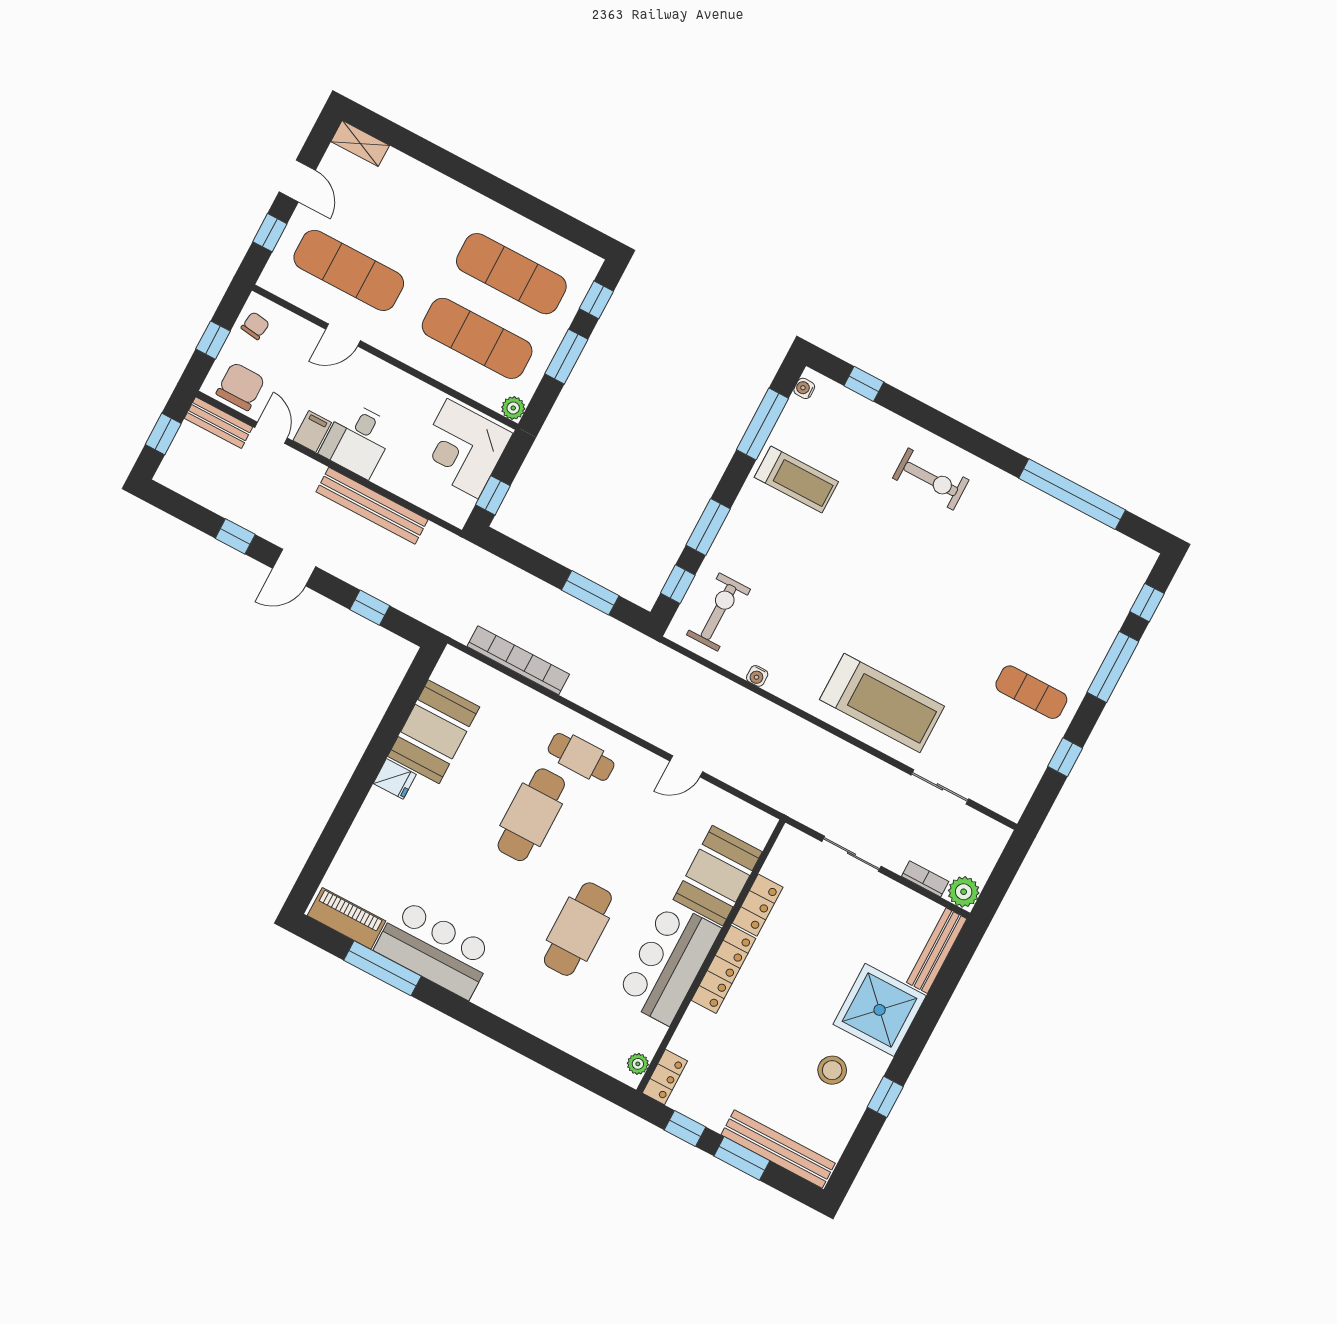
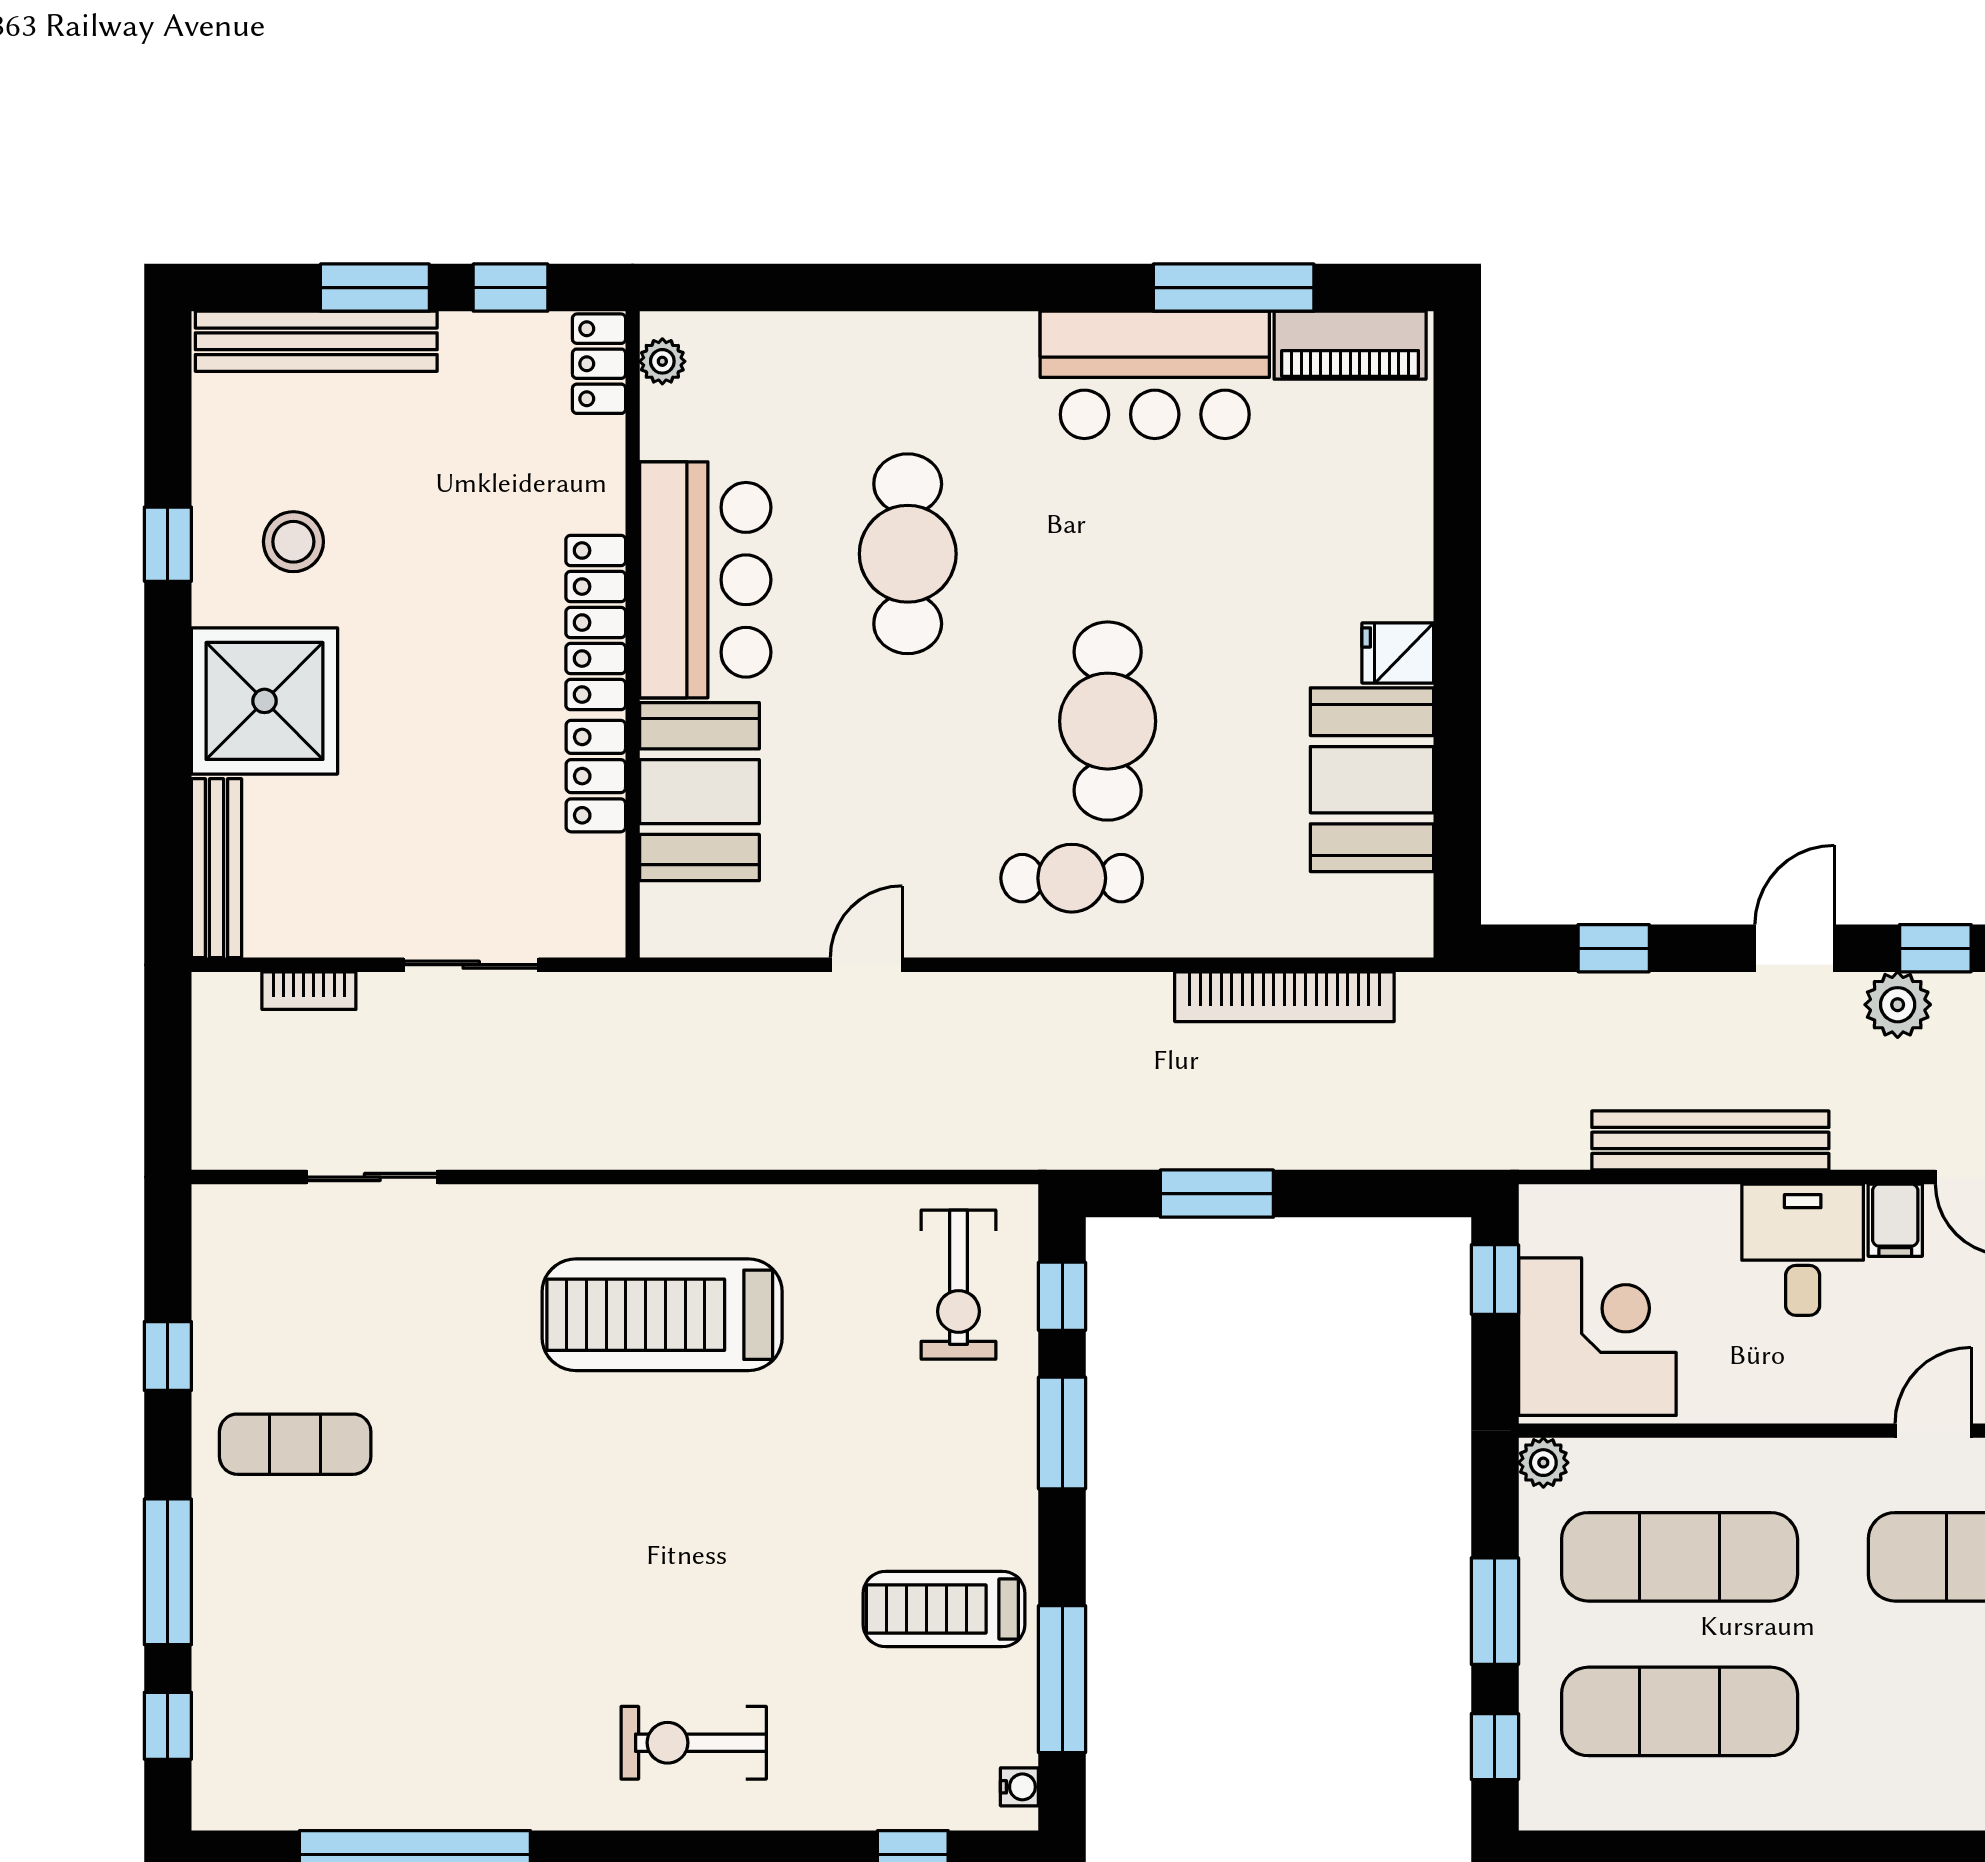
water cooler: (757, 676) -> (823, 1203), removed
treadmill: (882, 703) -> (662, 1315), moved
plant: (964, 892) -> (1898, 1005), moved

